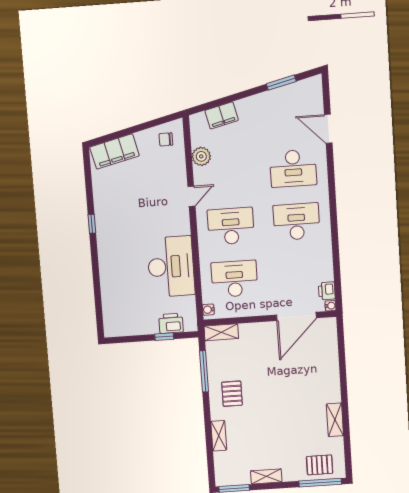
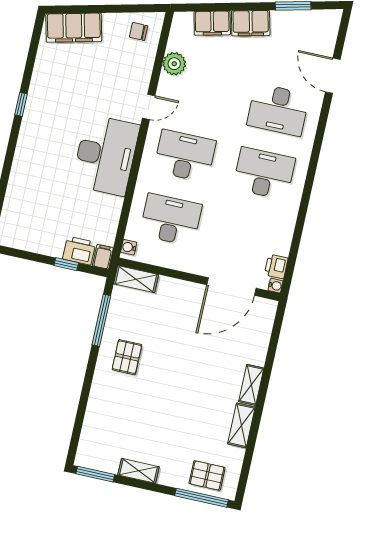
filing cabinet: (252, 106) -> (251, 23), added
desk: (171, 267) -> (106, 155), moved
filing cabinet: (191, 323) -> (103, 257), added
shelving: (219, 436) -> (251, 385), moved

